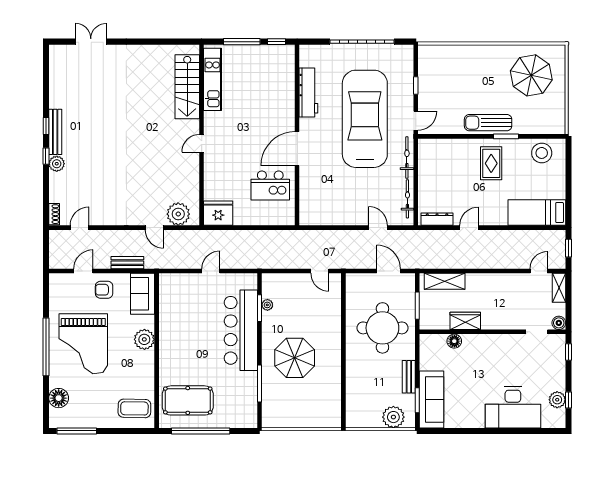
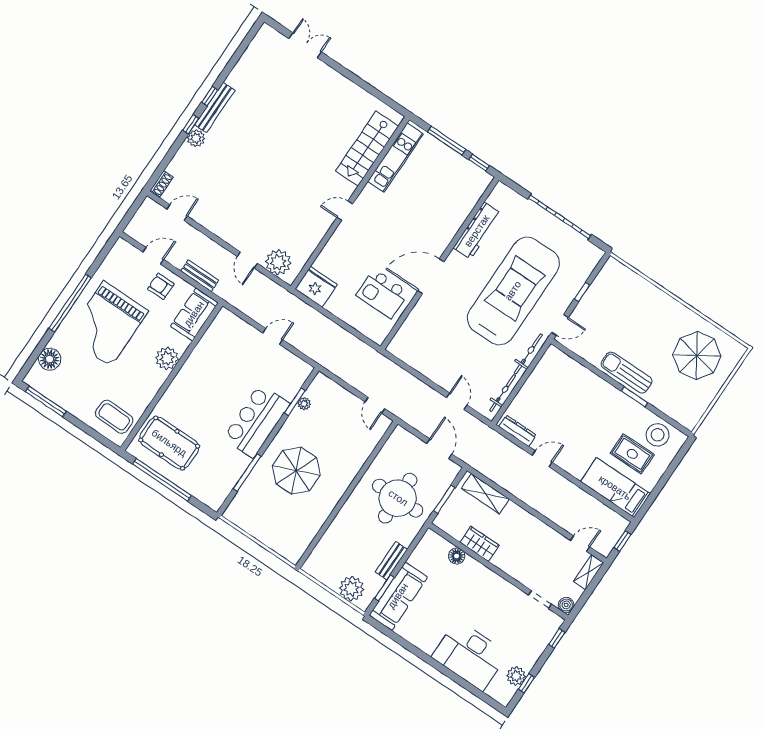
rug: (491, 163) -> (632, 454), moved, turned 90
bar counter: (241, 330) -> (257, 421), width x0.73

